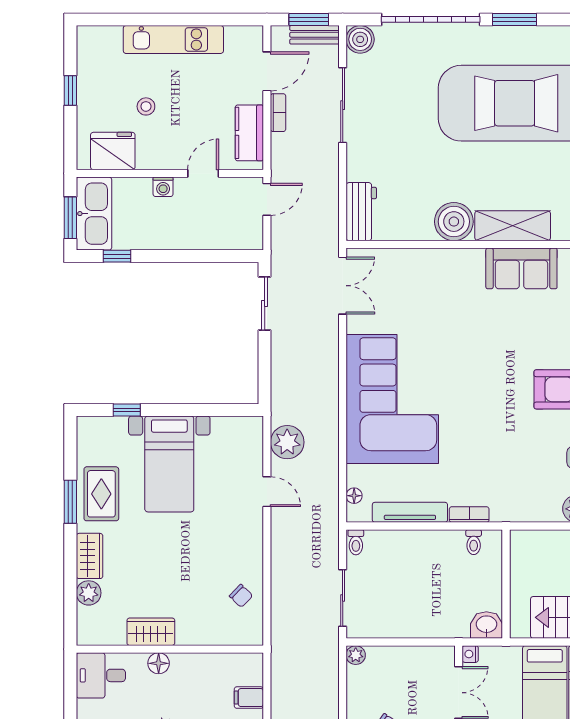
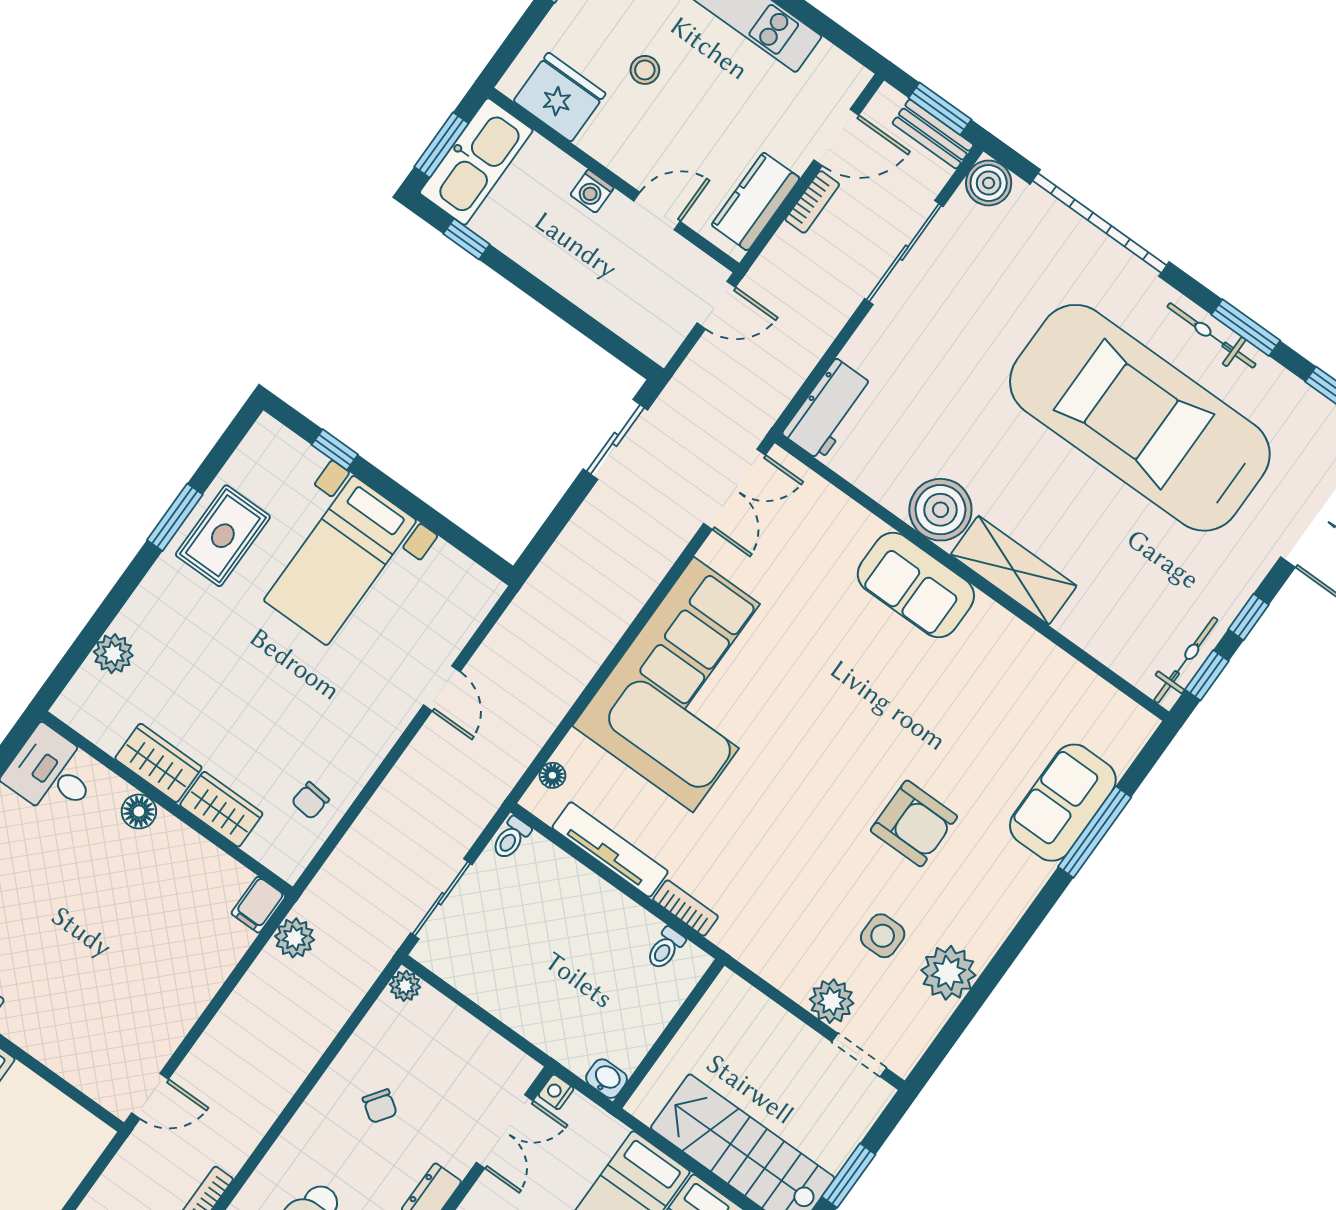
window: (515, 19) -> (1246, 328), moved
bicycle: (528, 36) -> (1211, 335), added
sofa: (521, 268) -> (916, 585), moved
plant: (287, 442) -> (295, 938), moved, width x0.73, depth x0.73
wardrobe: (90, 556) -> (221, 809), moved, turned -90
chair: (241, 596) -> (310, 801), turned 52
washbasin: (486, 625) -> (607, 1079), width x0.72, depth x0.69
filing cabinet: (249, 698) -> (258, 905), moved, turned -90

